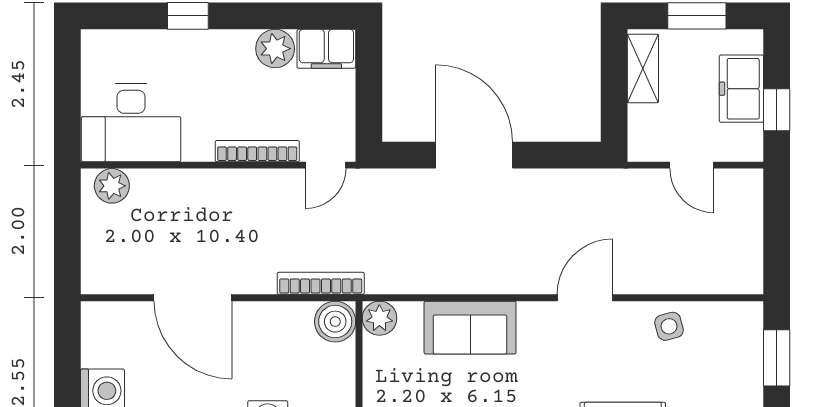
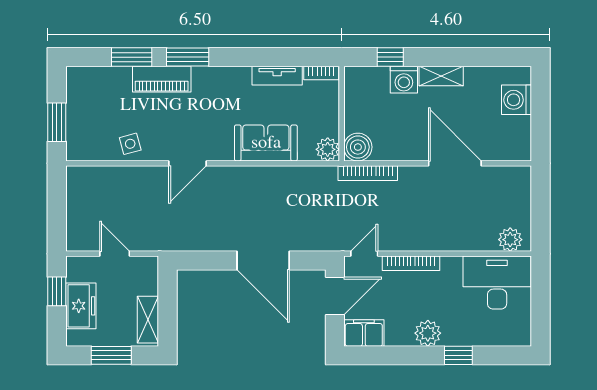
plant: (275, 49) -> (428, 333), moved
door: (369, 103) -> (335, 296), added

